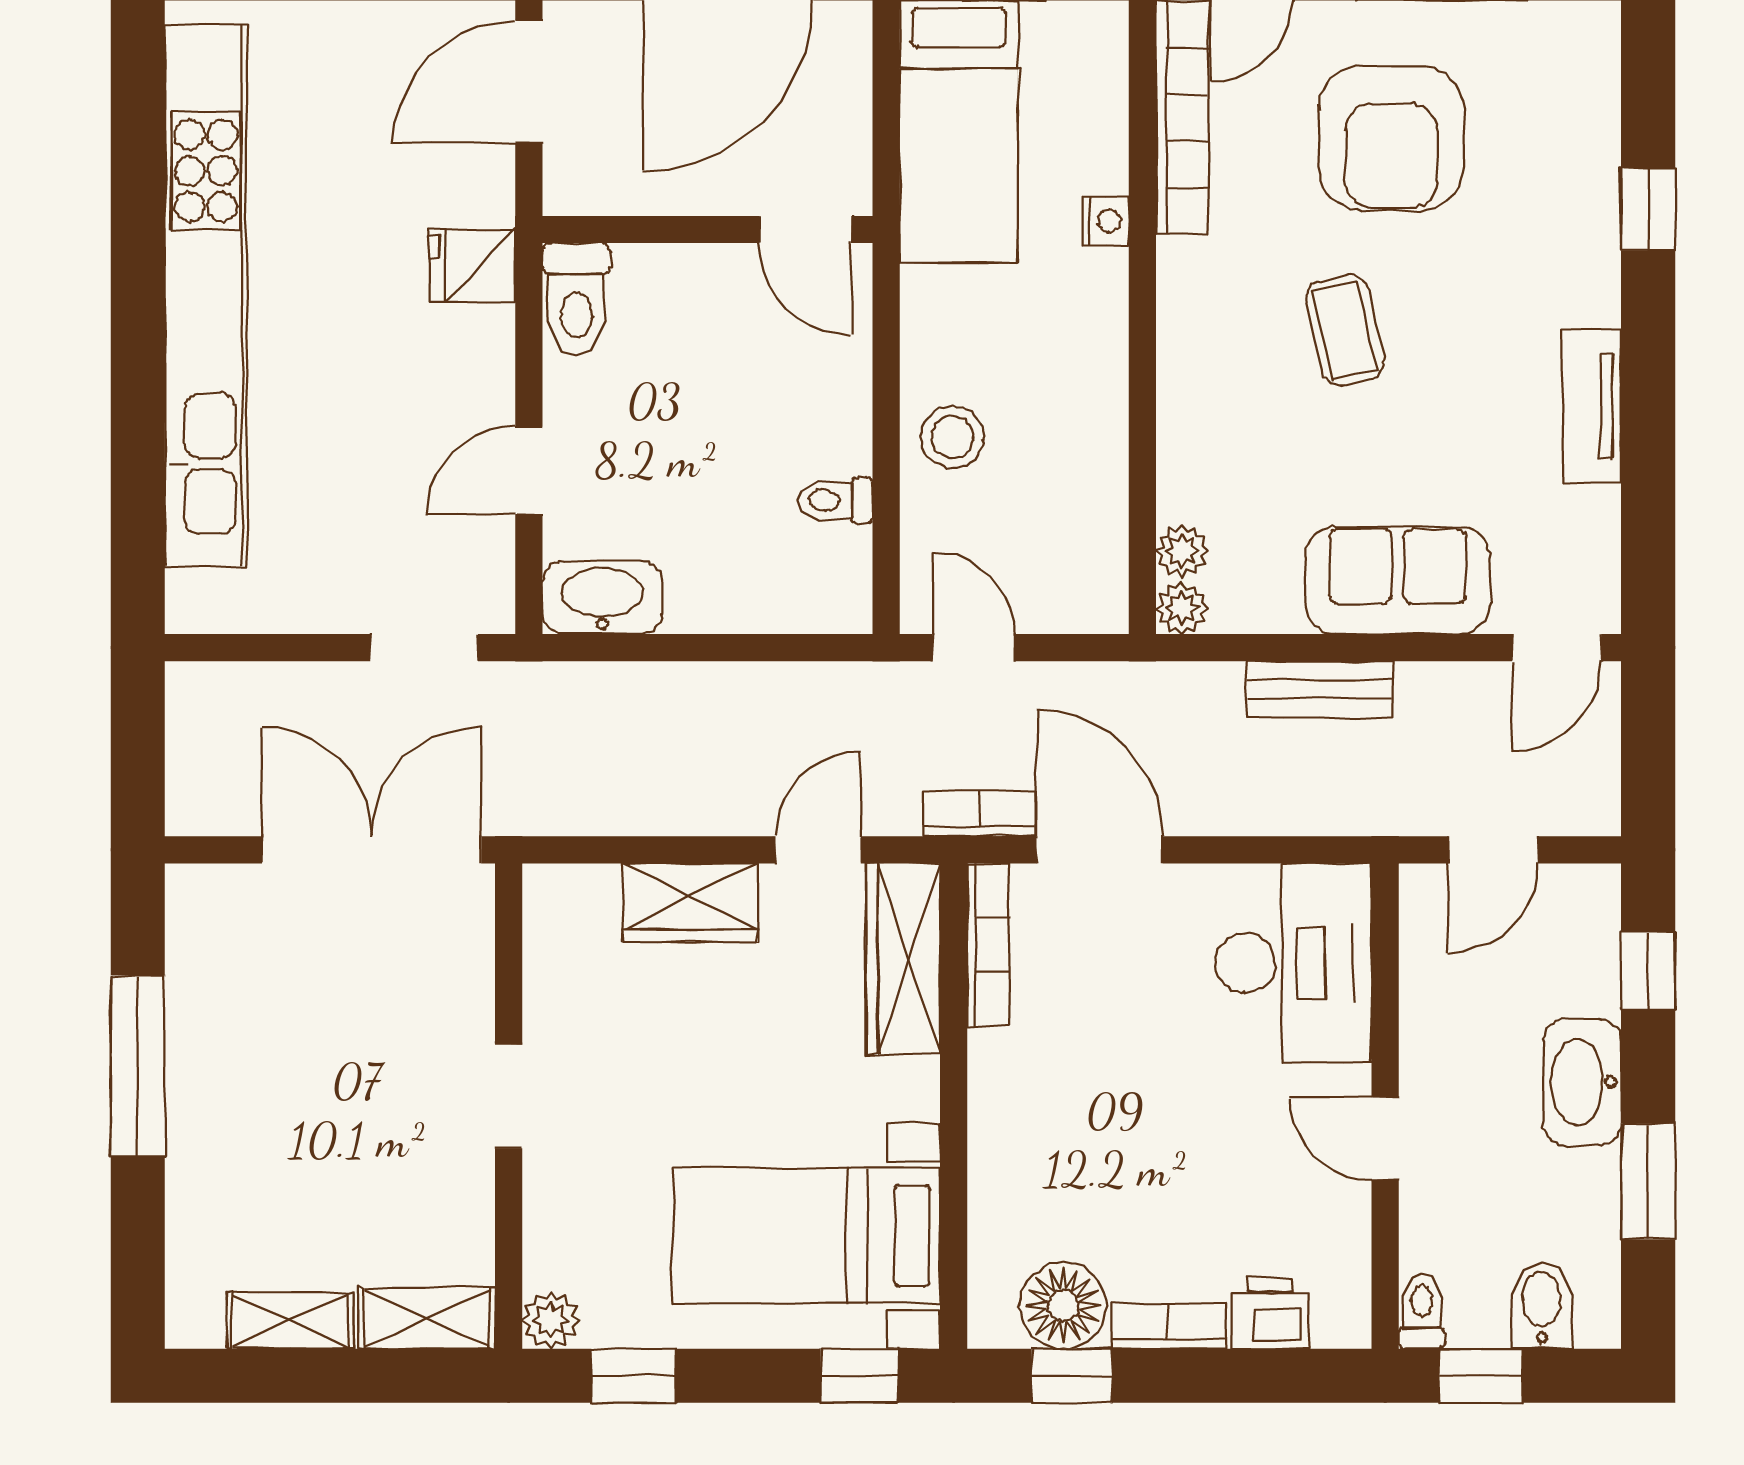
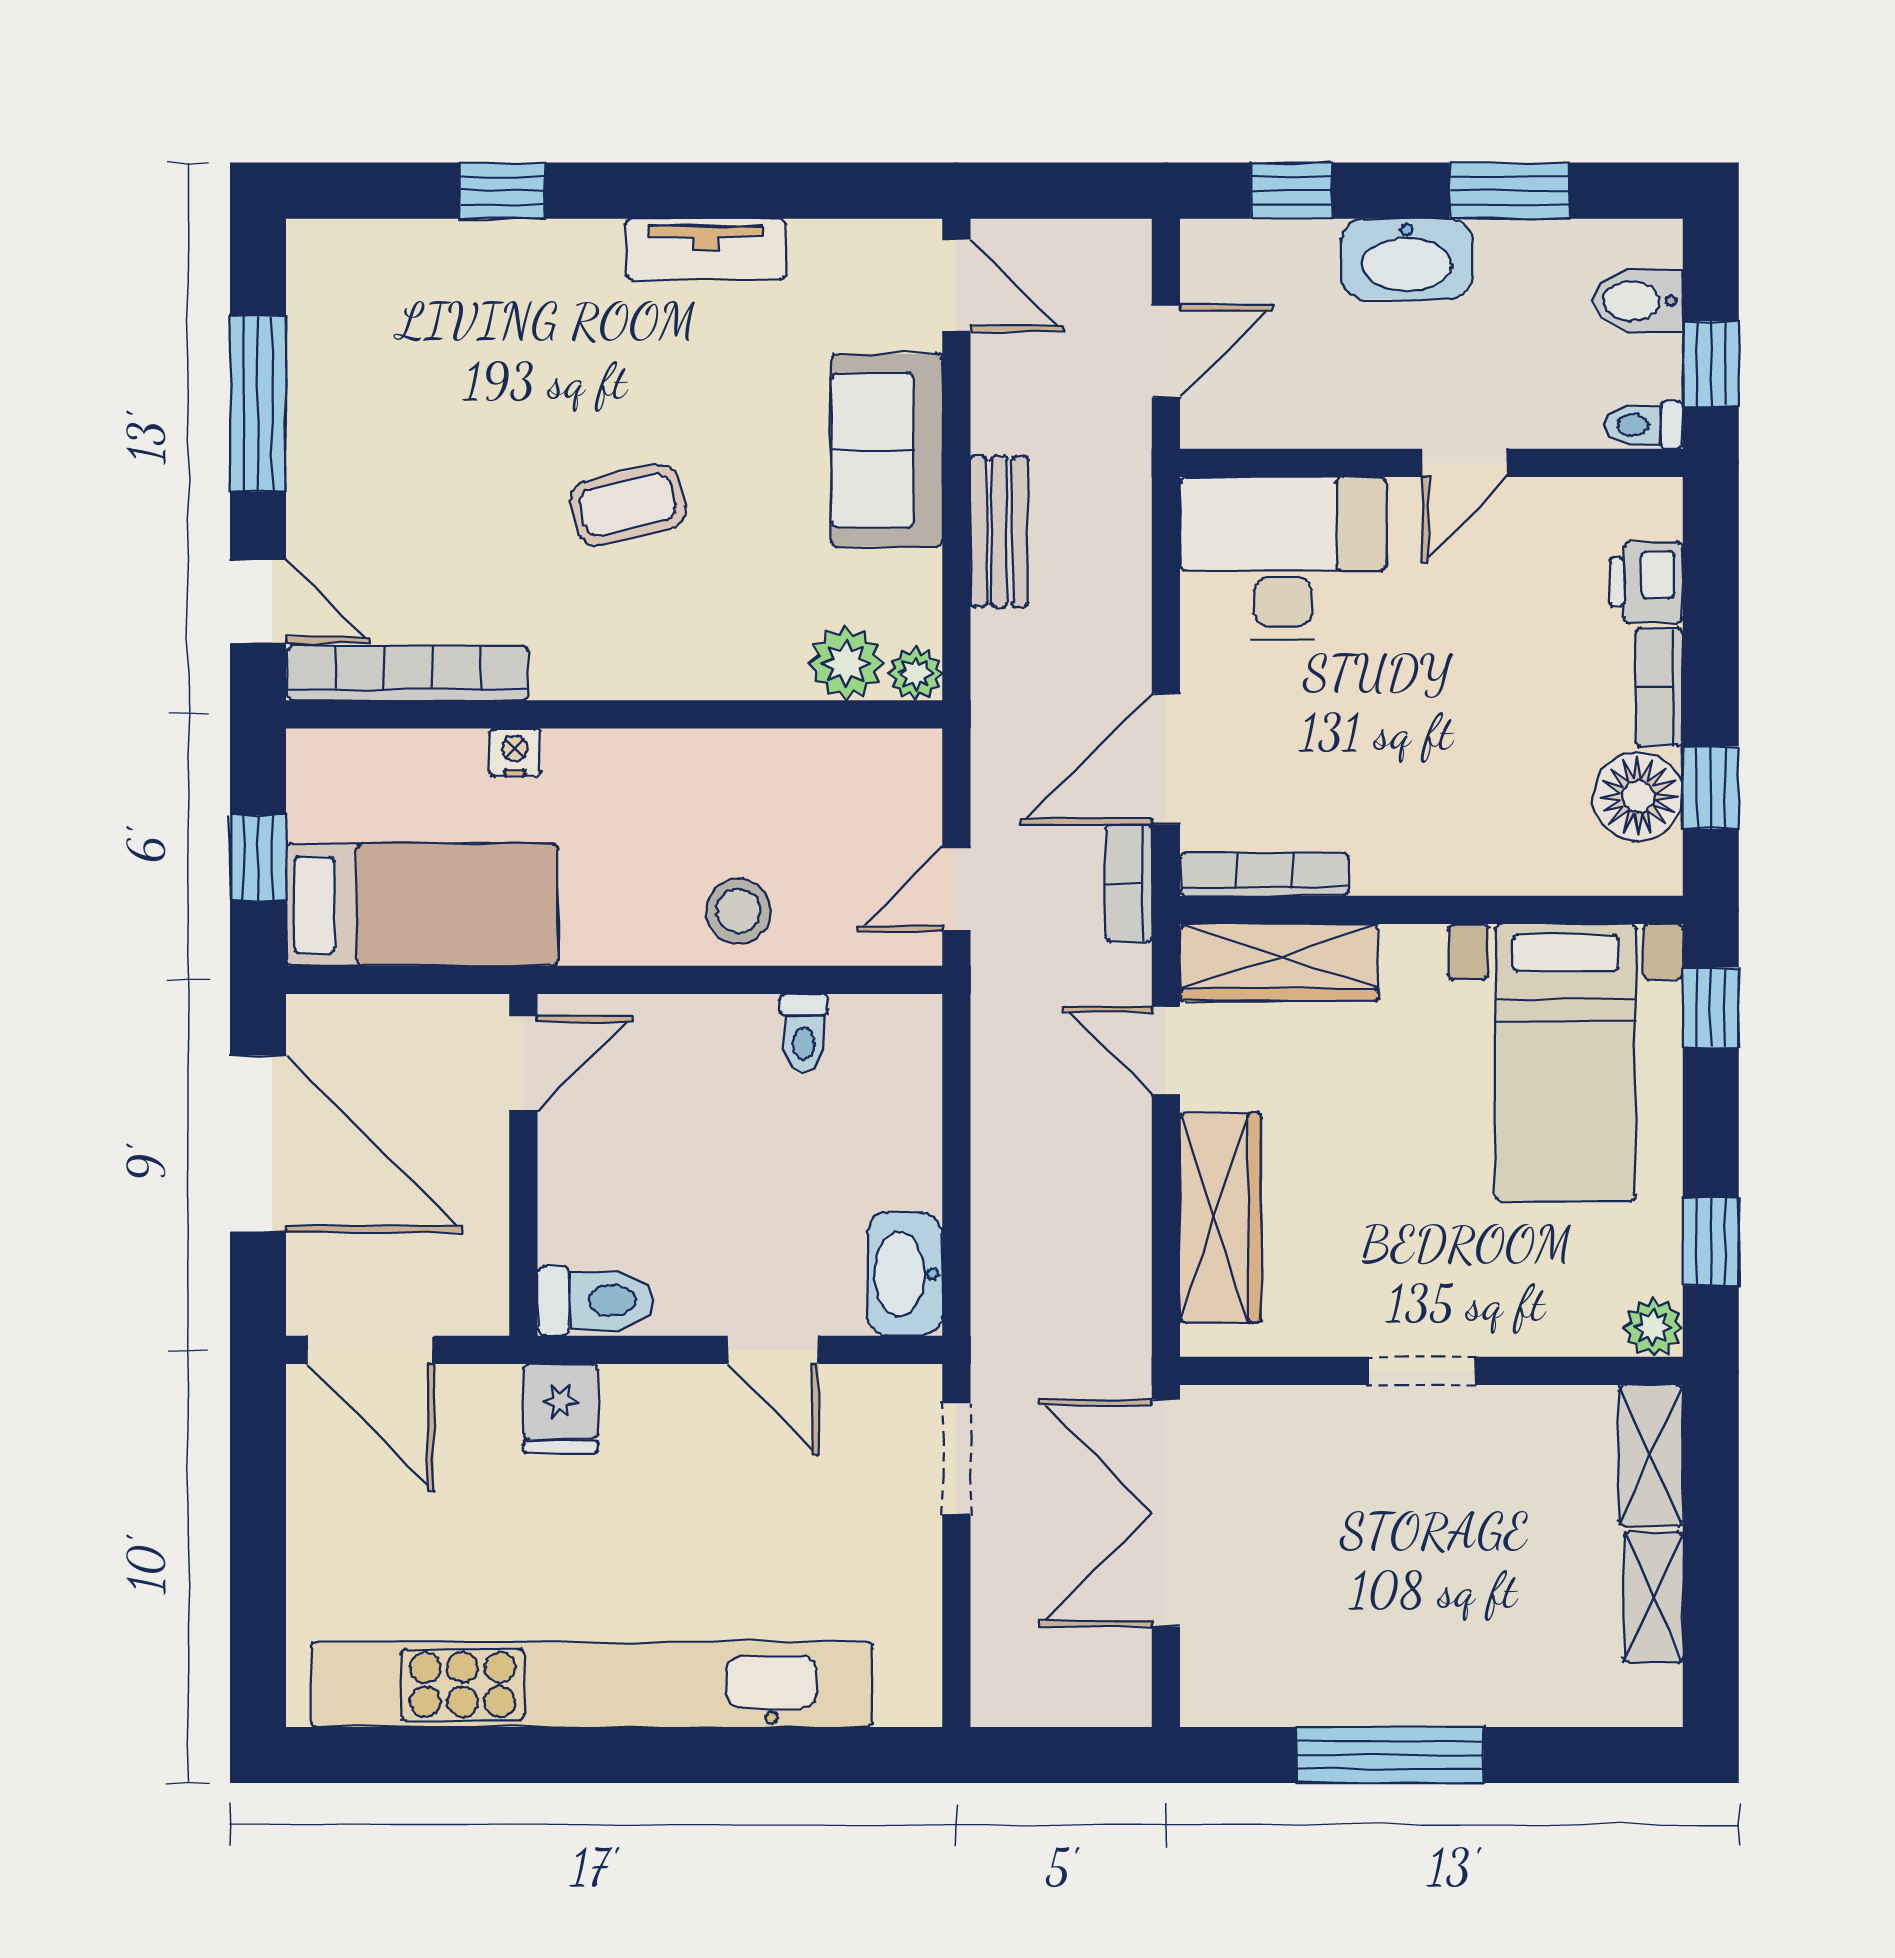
armchair: (1391, 138) -> (429, 457), removed
plant: (1182, 551) -> (846, 663), width x1.38, depth x1.38
door: (1493, 850) -> (1166, 351), hinge flipped
wardrobe: (690, 902) -> (1220, 1218), width x1.50

